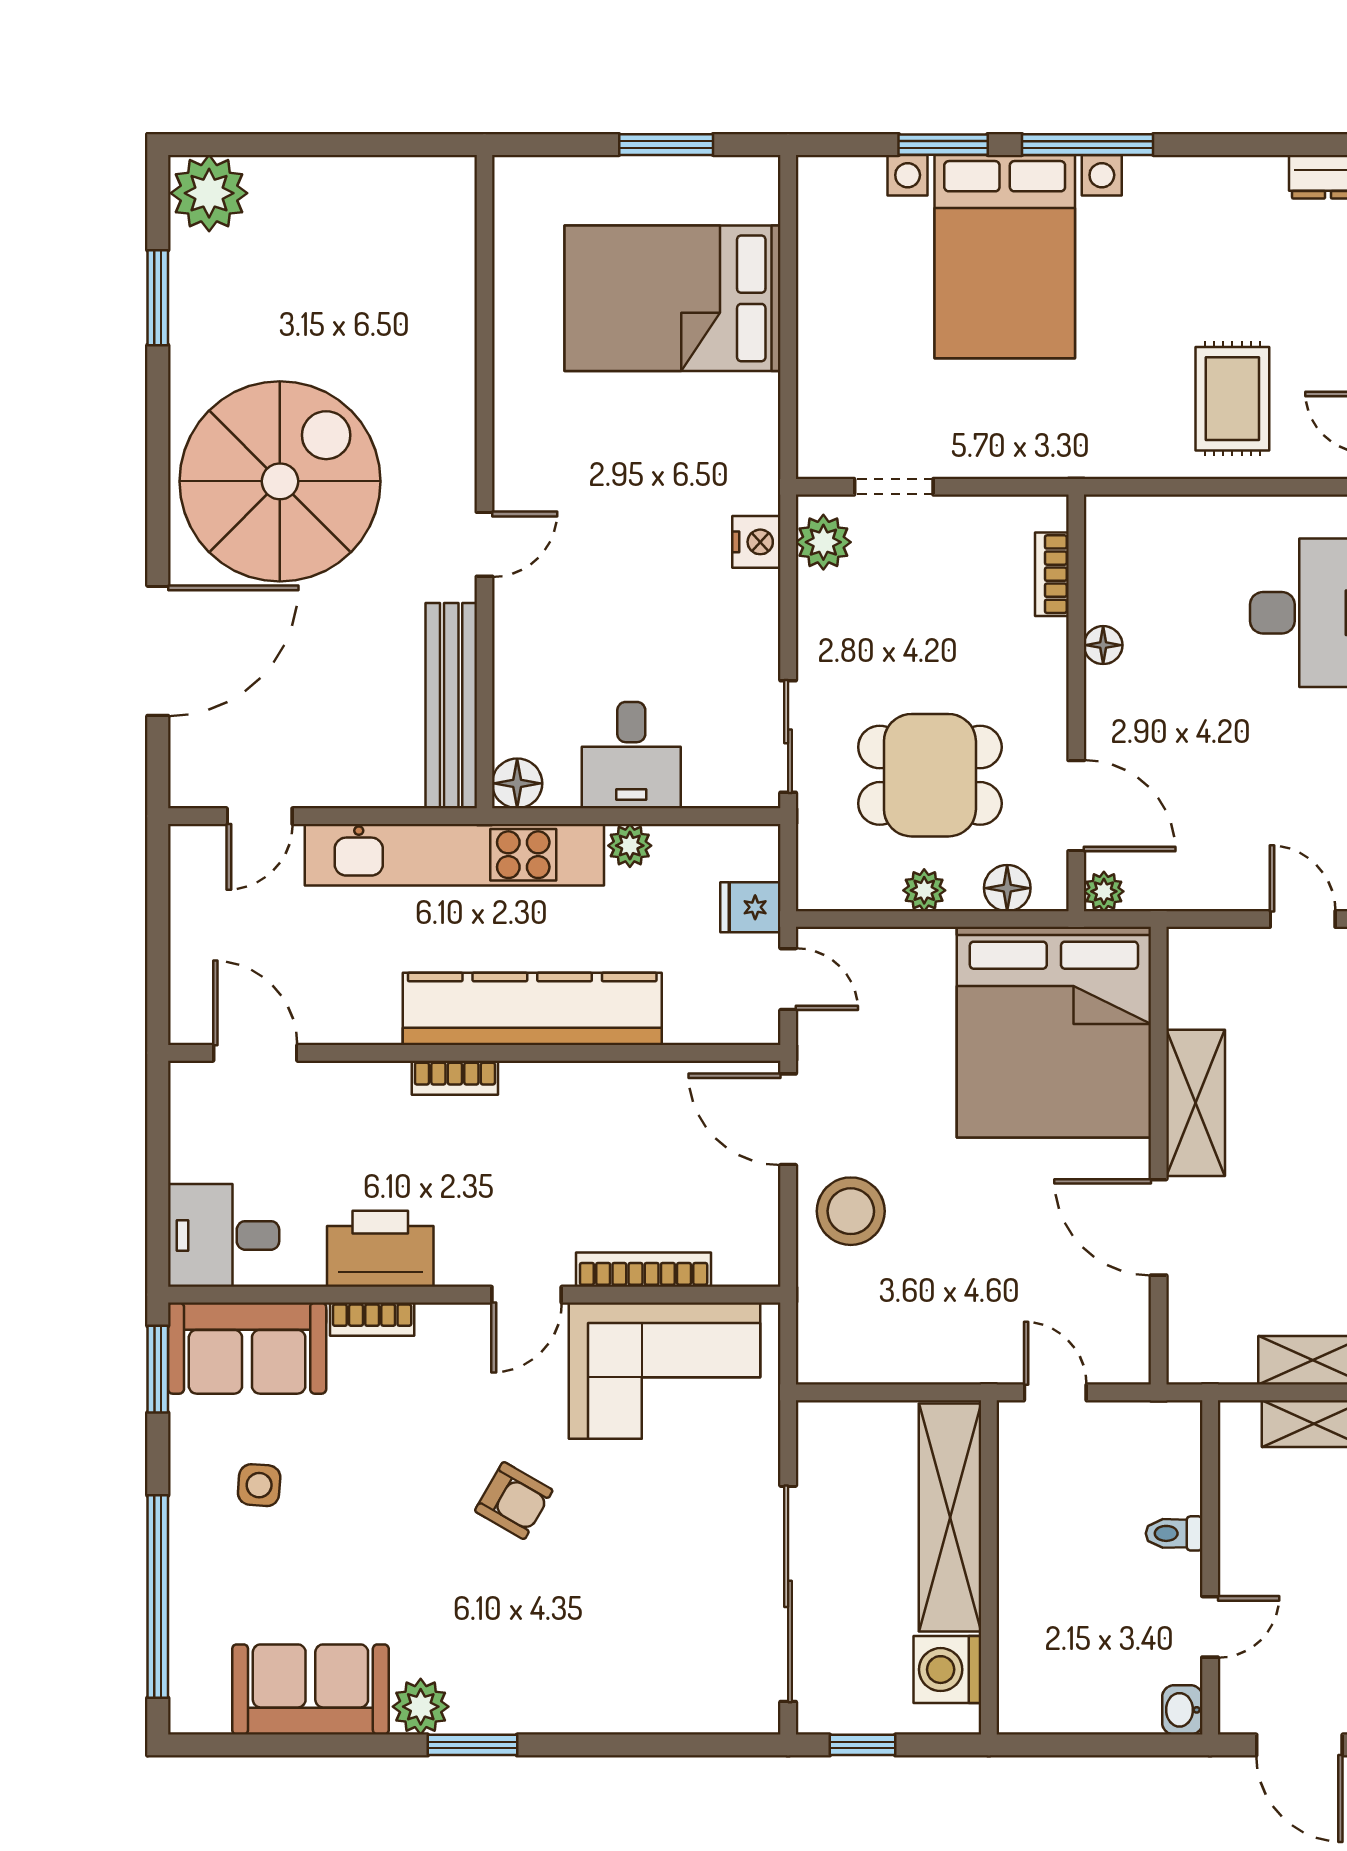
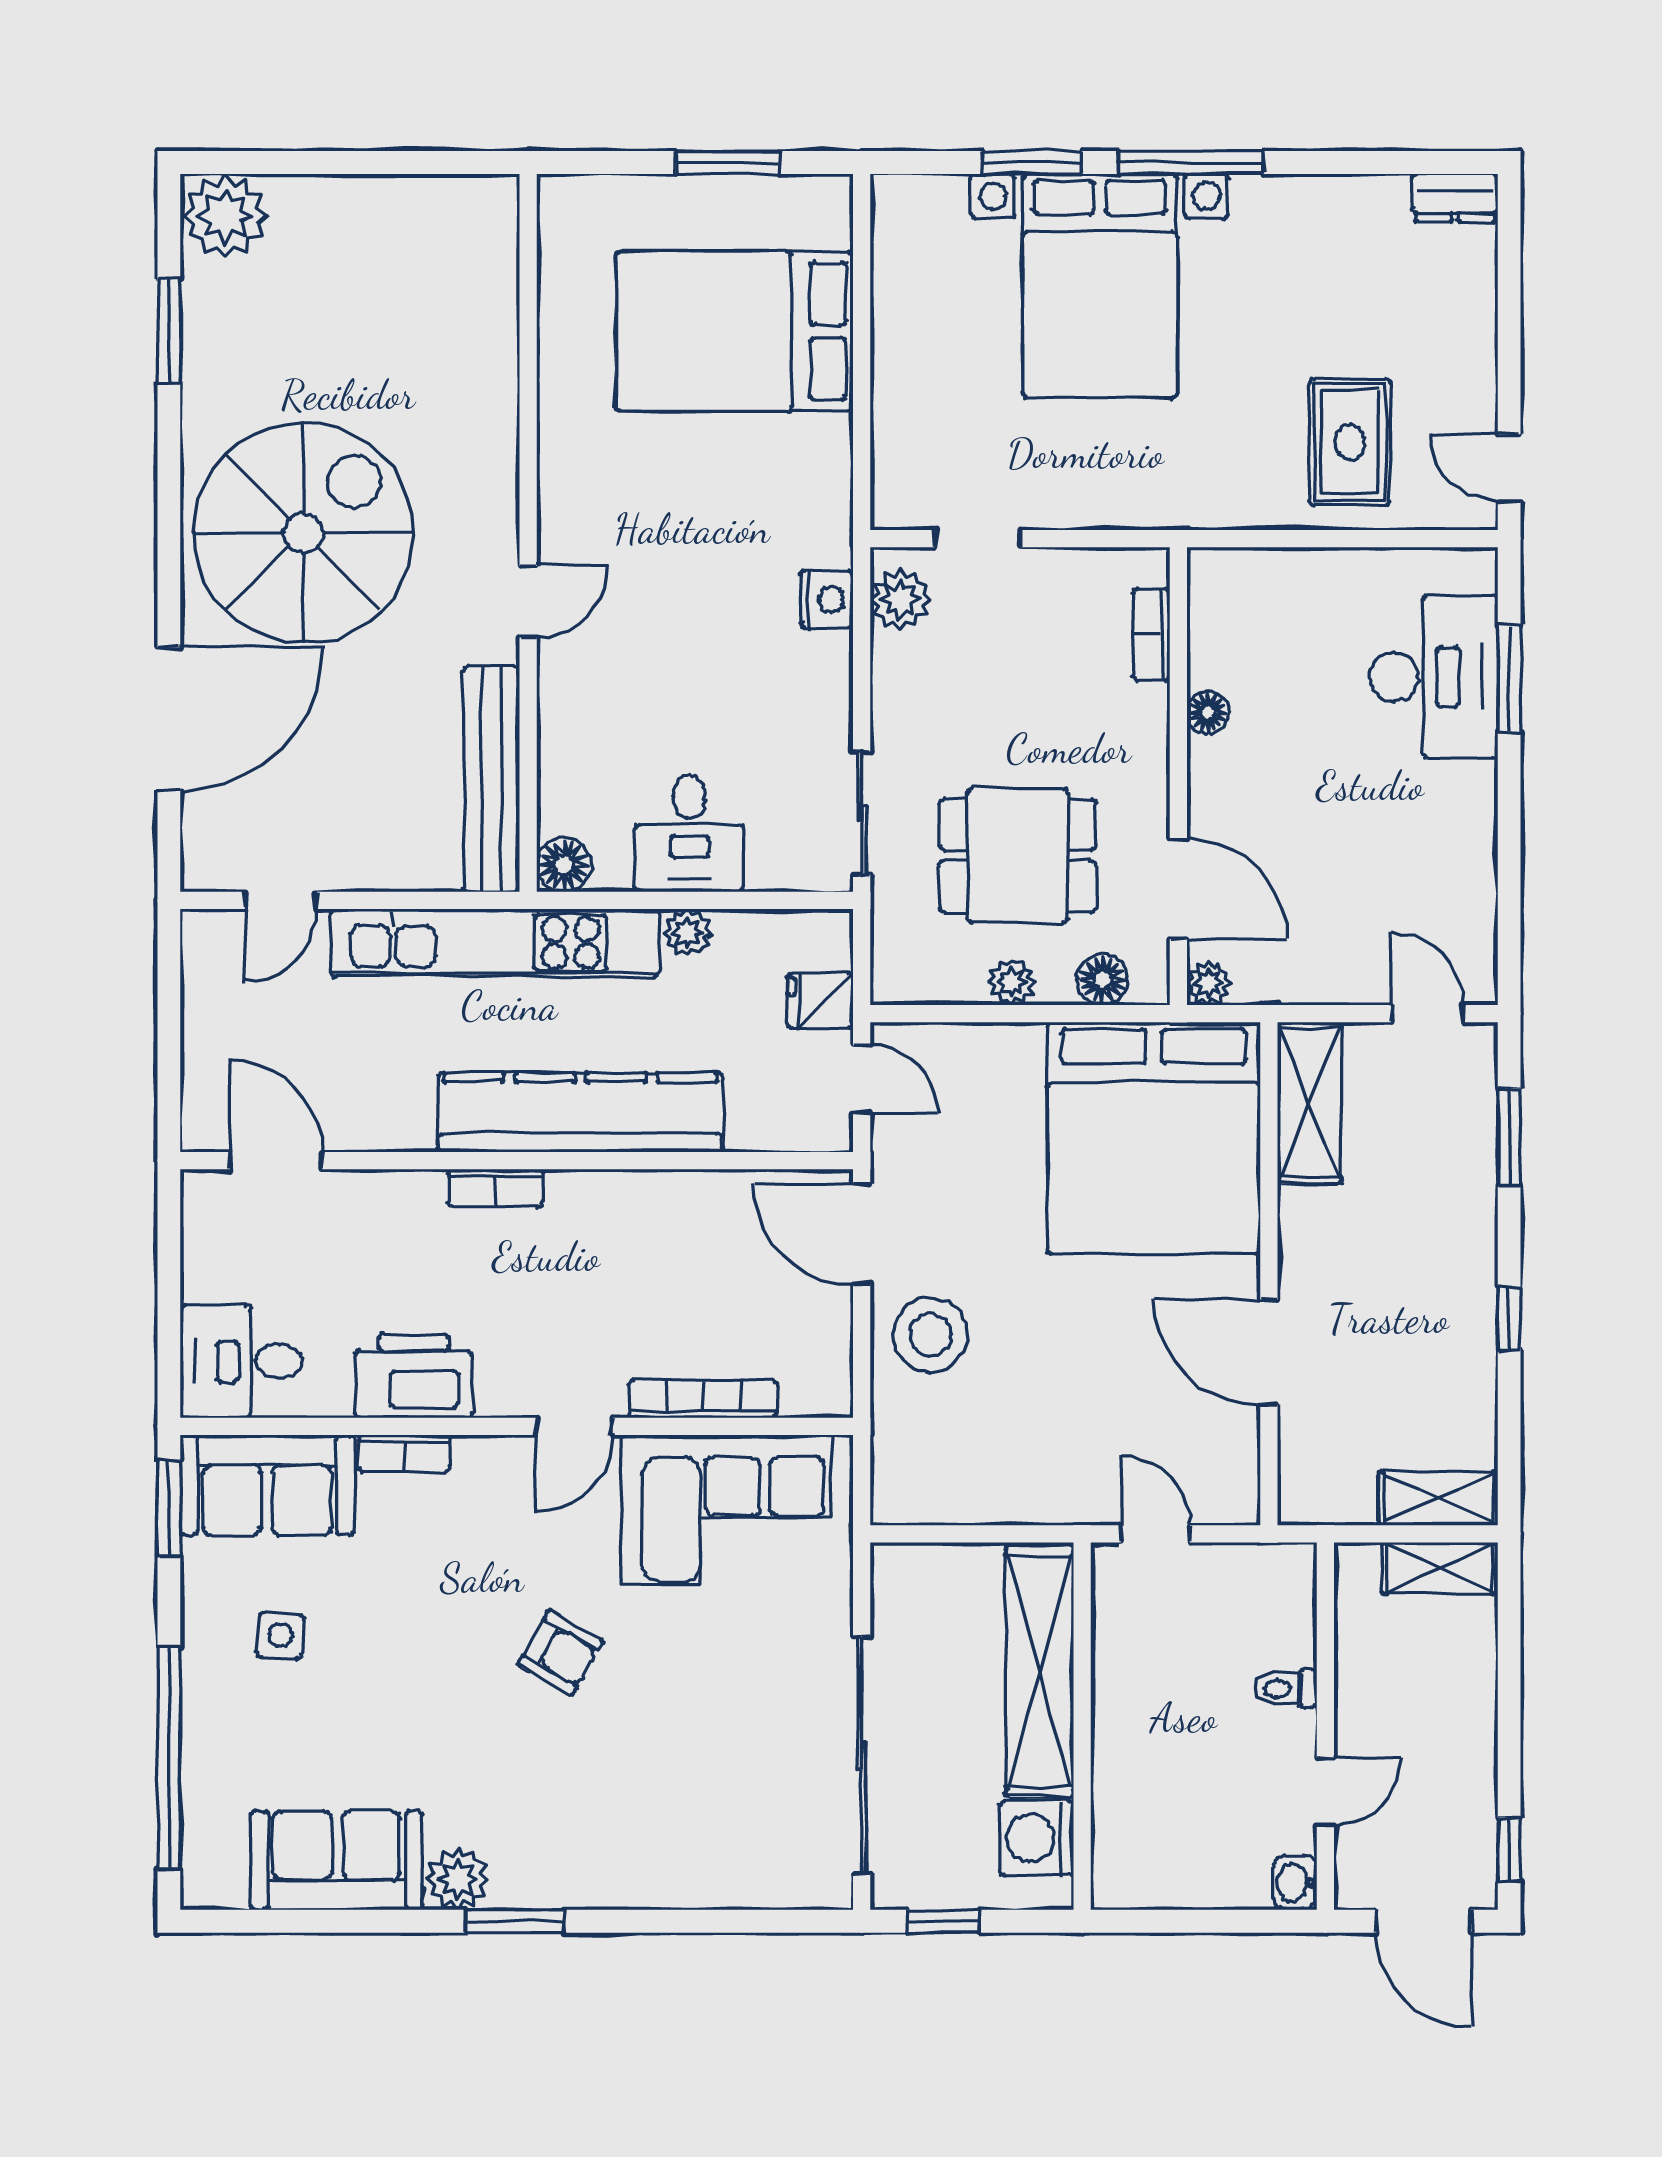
shelving: (1196, 1103) -> (1310, 1103), moved

